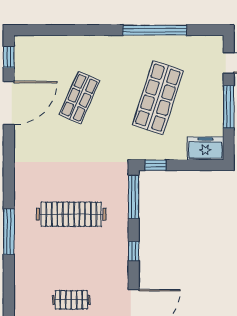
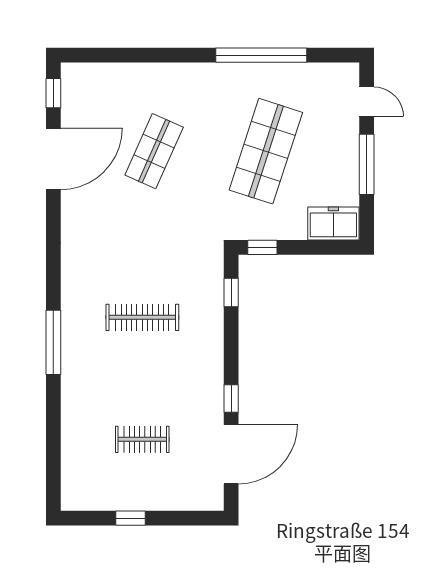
window: (134, 197) -> (231, 293), width x0.46
clothes rail: (71, 214) -> (142, 317), width x0.73, depth x0.76
window: (134, 251) -> (231, 399), moved

